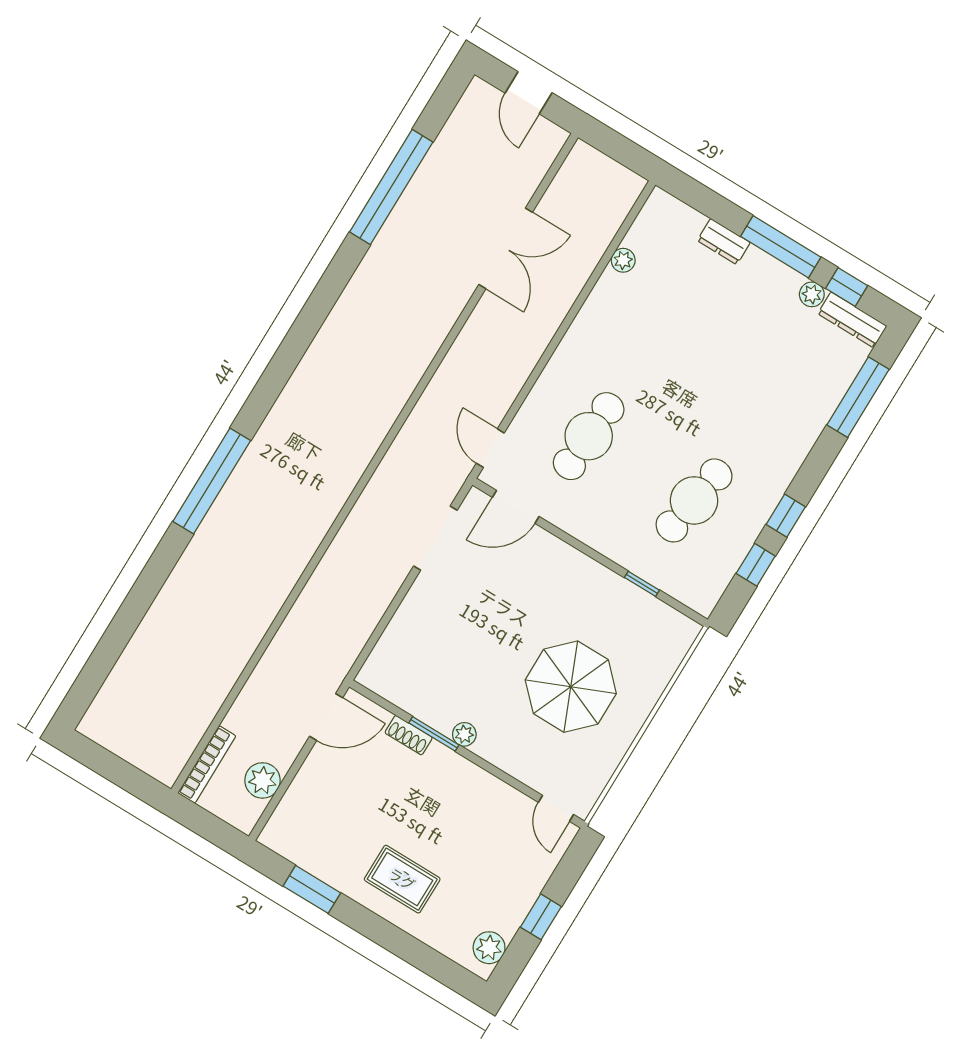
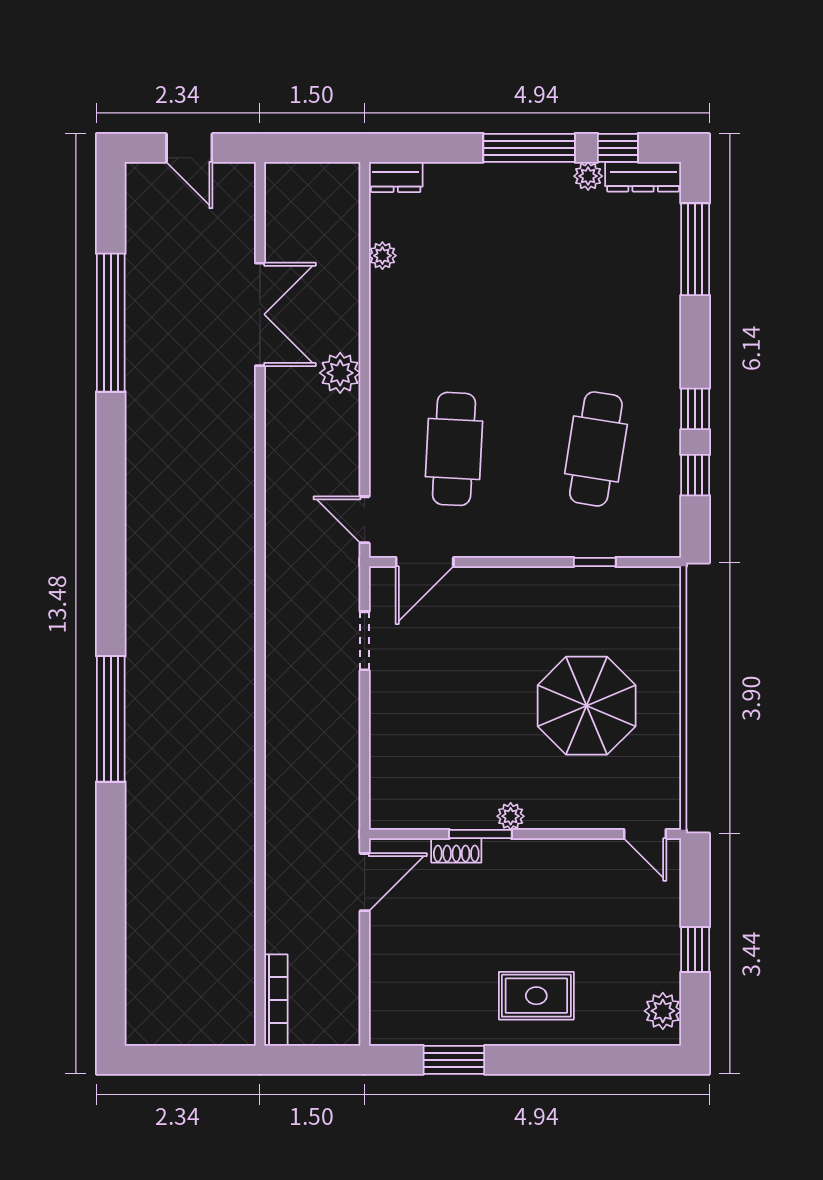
dresser: (724, 242) -> (396, 177), moved
doorway: (435, 538) -> (365, 641), width x0.73
plant: (262, 780) -> (340, 373), moved

